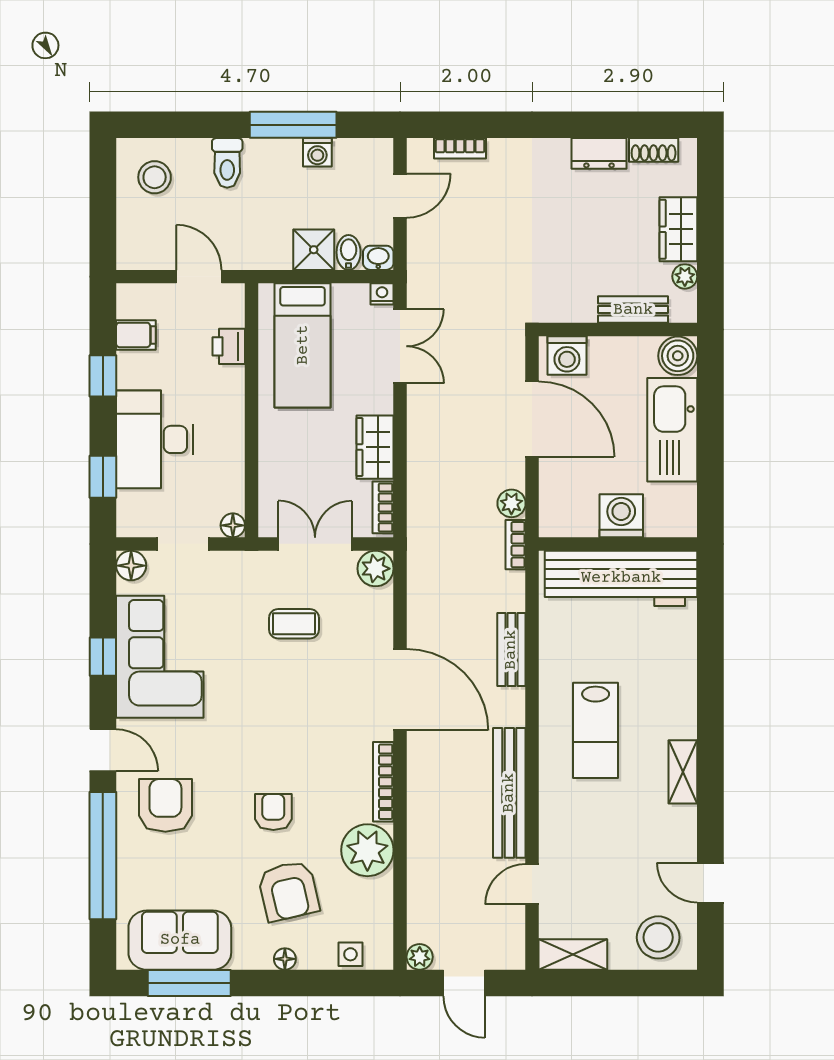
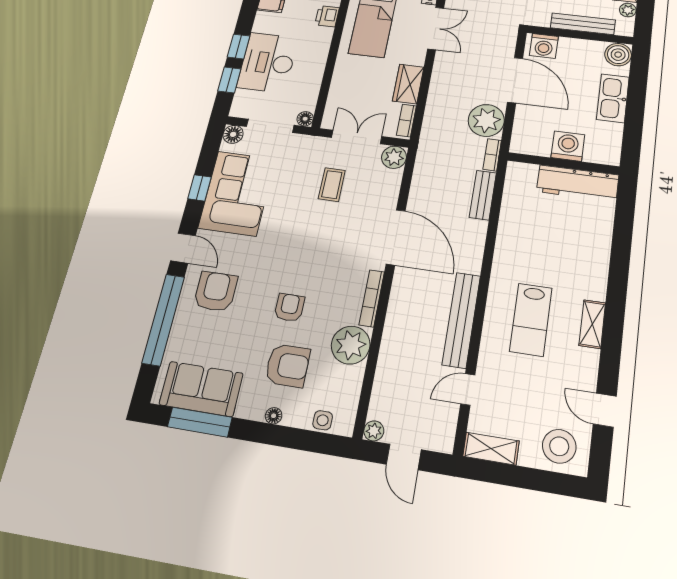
bench: (633, 310) -> (583, 24), width x1.36
window: (103, 376) -> (239, 46), moved
kitchen sink: (672, 430) -> (613, 98), width x0.73, depth x0.81
plant: (511, 503) -> (486, 120), width x1.87, depth x1.87
doorway: (183, 544) -> (270, 126), width x1.38
workbench: (621, 578) -> (578, 183), width x0.73, depth x0.76
coffee table: (294, 624) -> (332, 185), turned 90
bench: (511, 650) -> (483, 195), moved
lab bench: (596, 730) -> (531, 320), moved
armchair: (289, 891) -> (288, 366), turned -77

